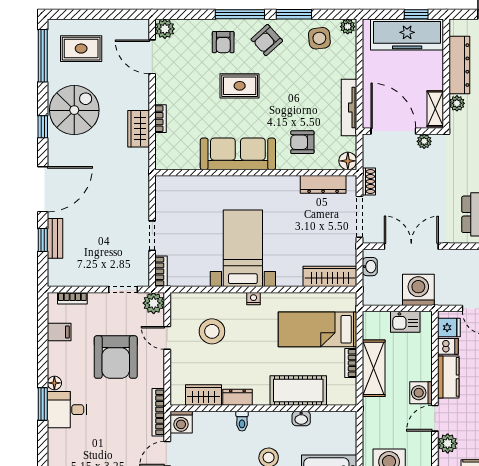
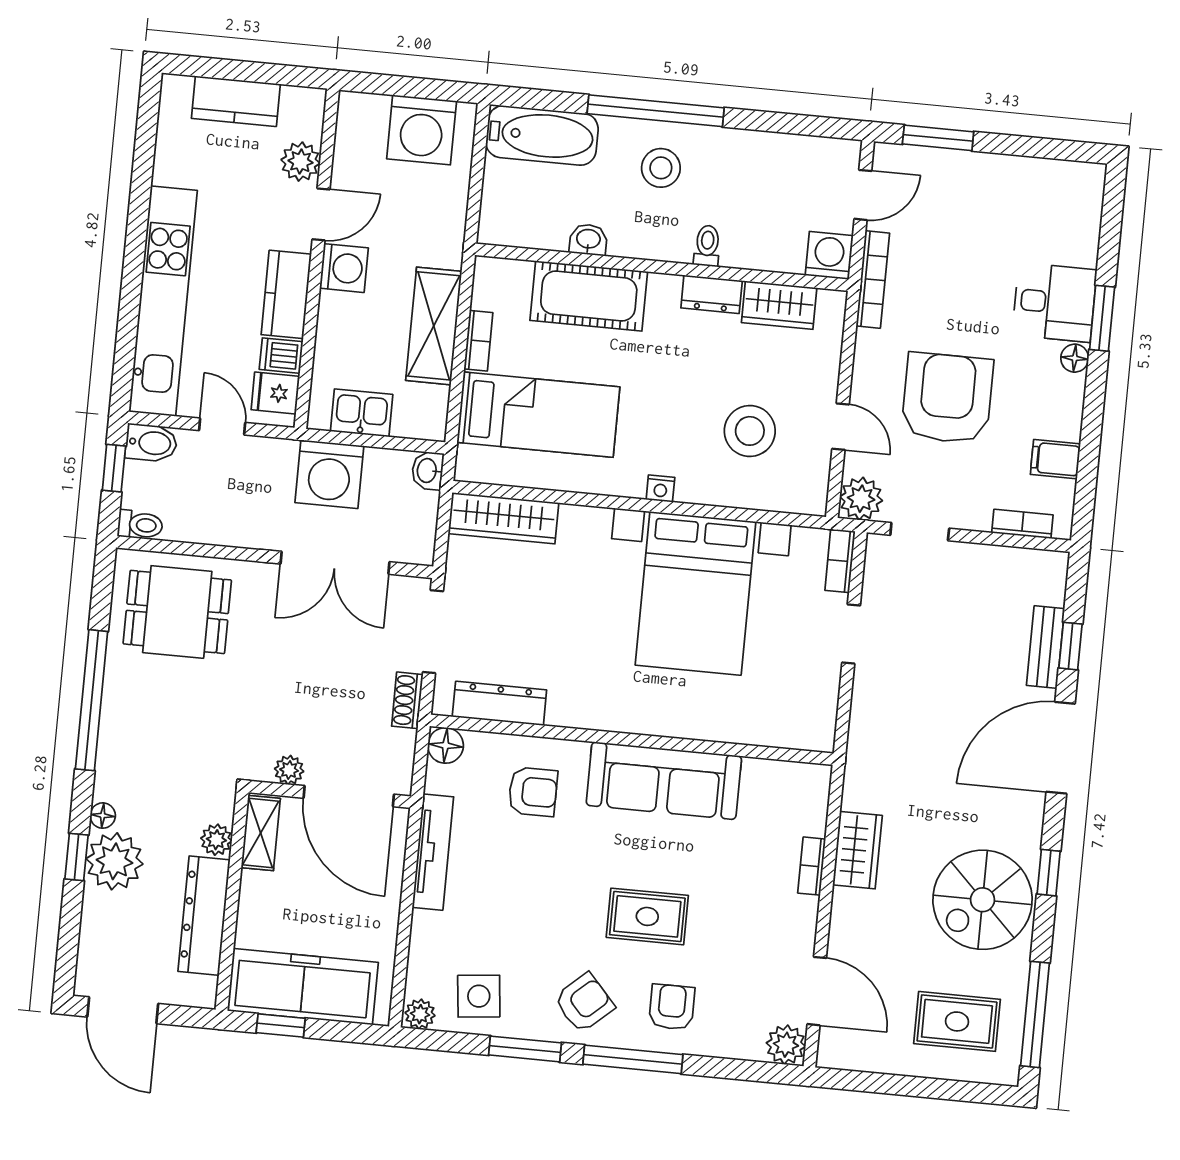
bed with nightstands: (243, 248) -> (695, 593), width x1.36
washbasin: (370, 267) -> (428, 471), moved

